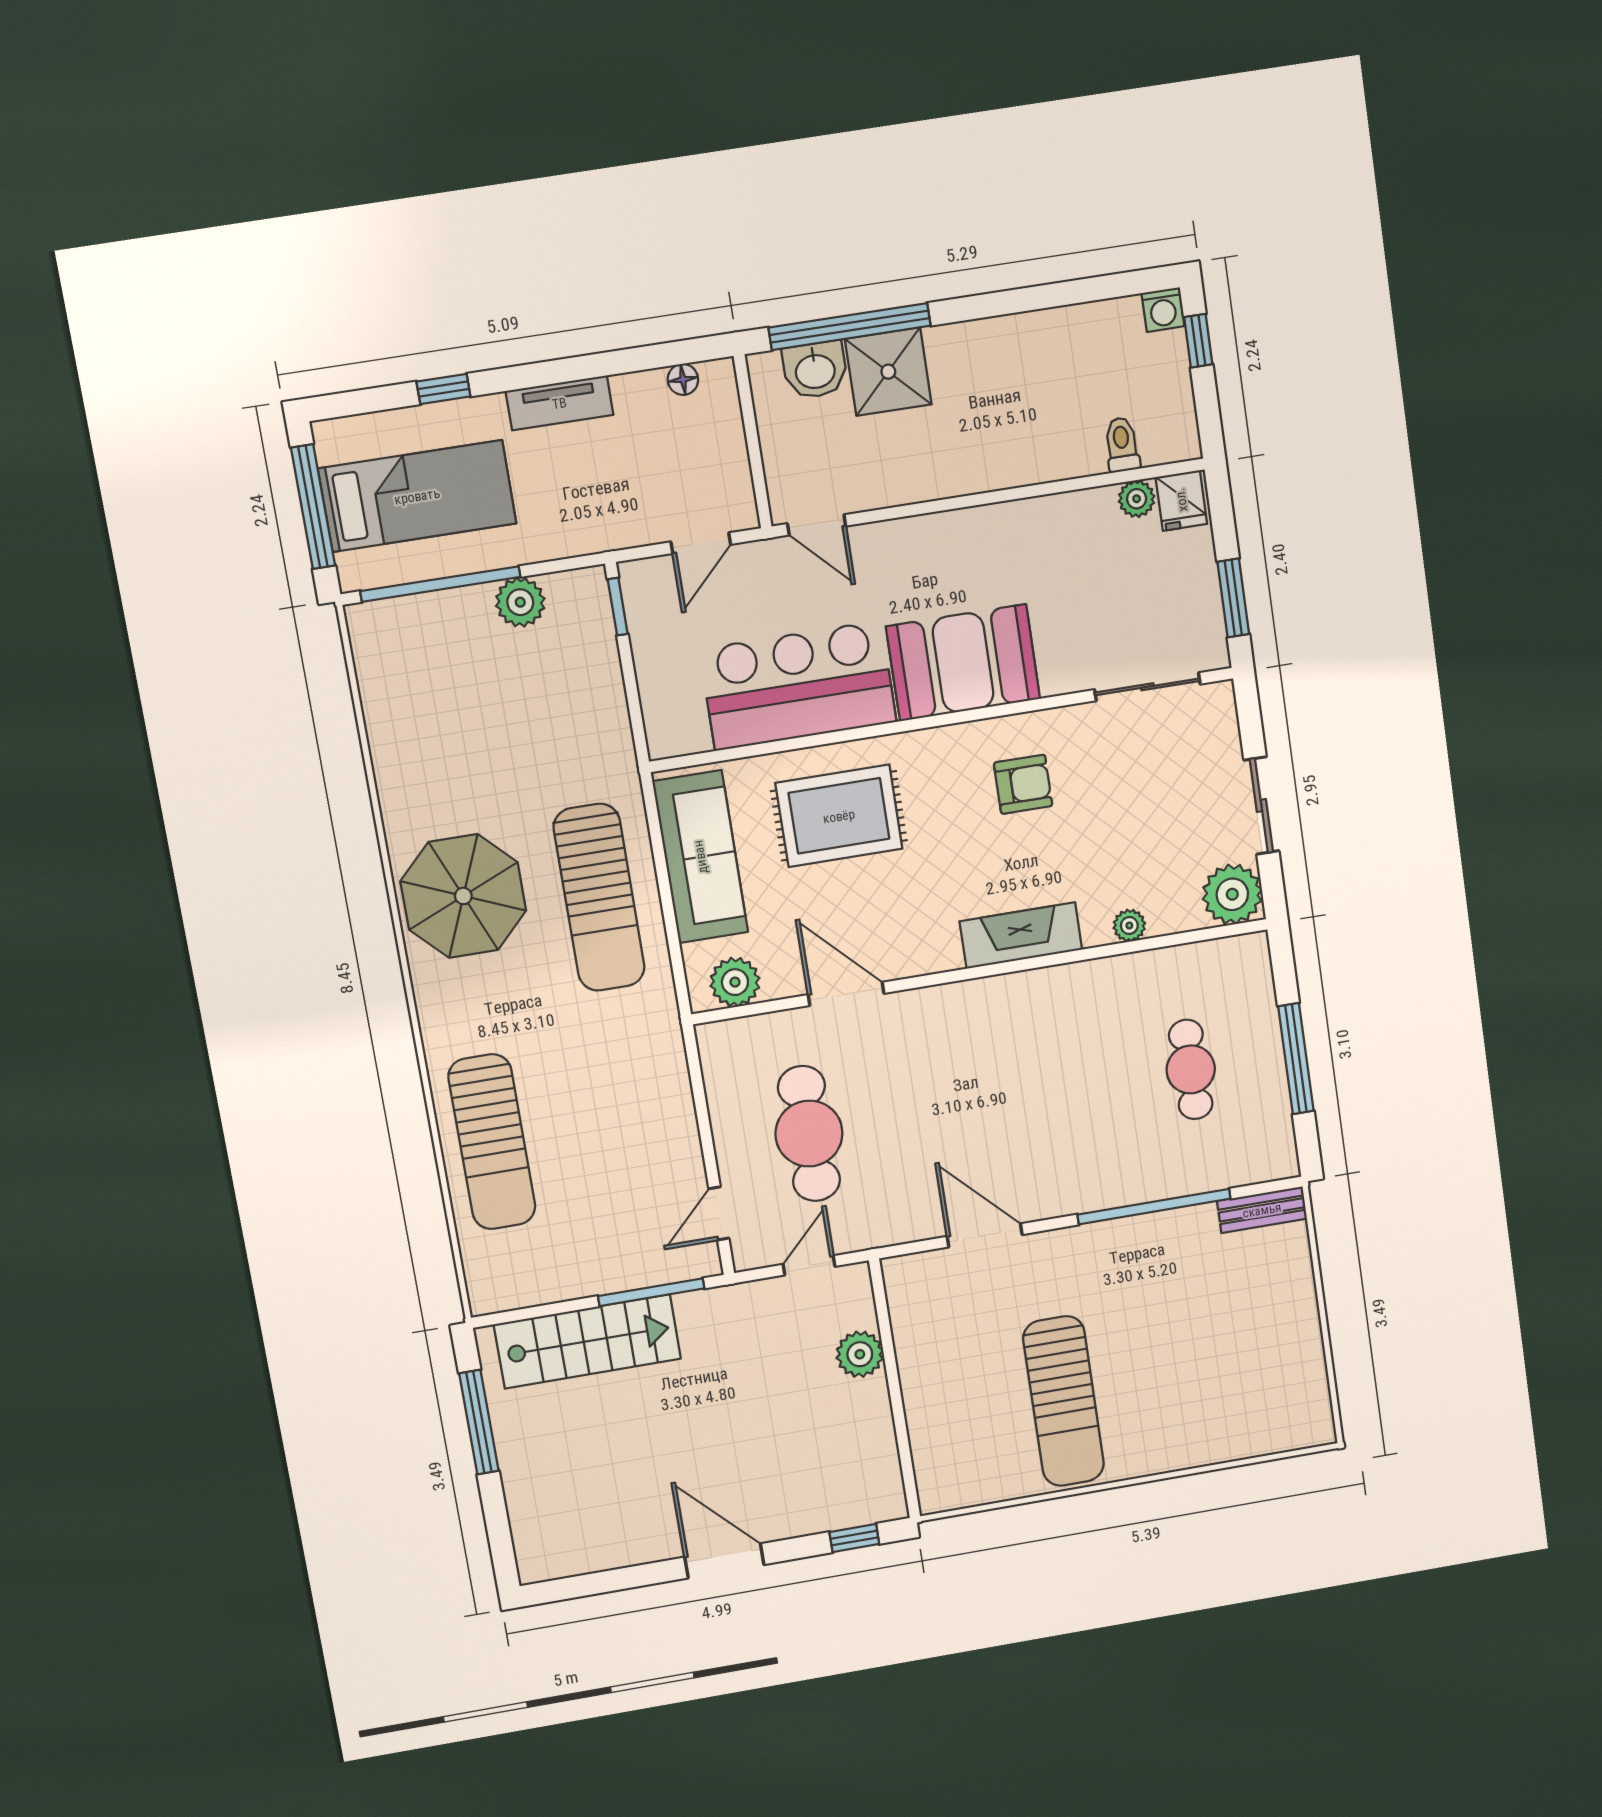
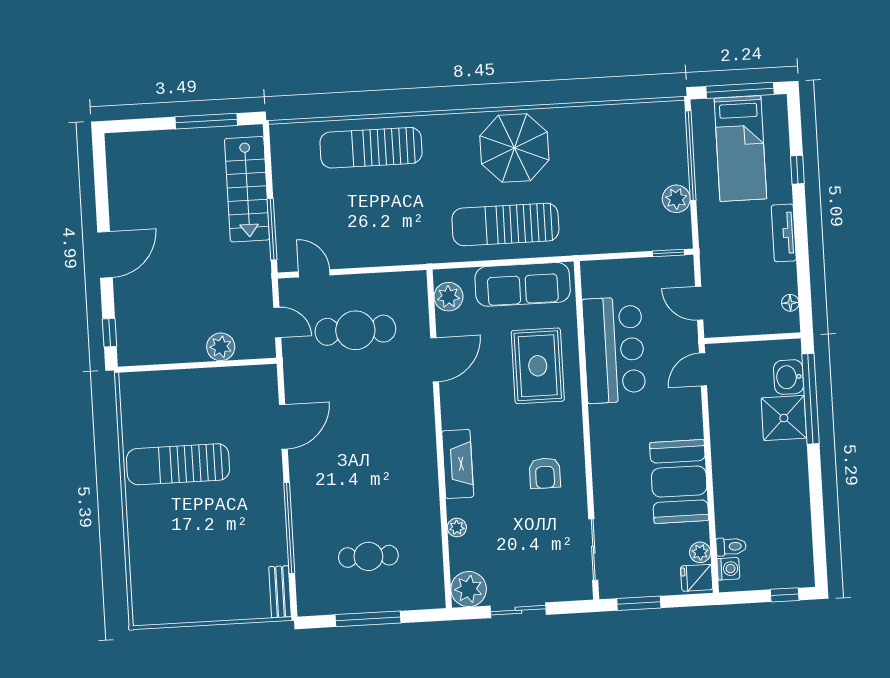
washing machine: (1163, 310) -> (728, 569), moved, turned 180
booth: (963, 663) -> (679, 481), moved

